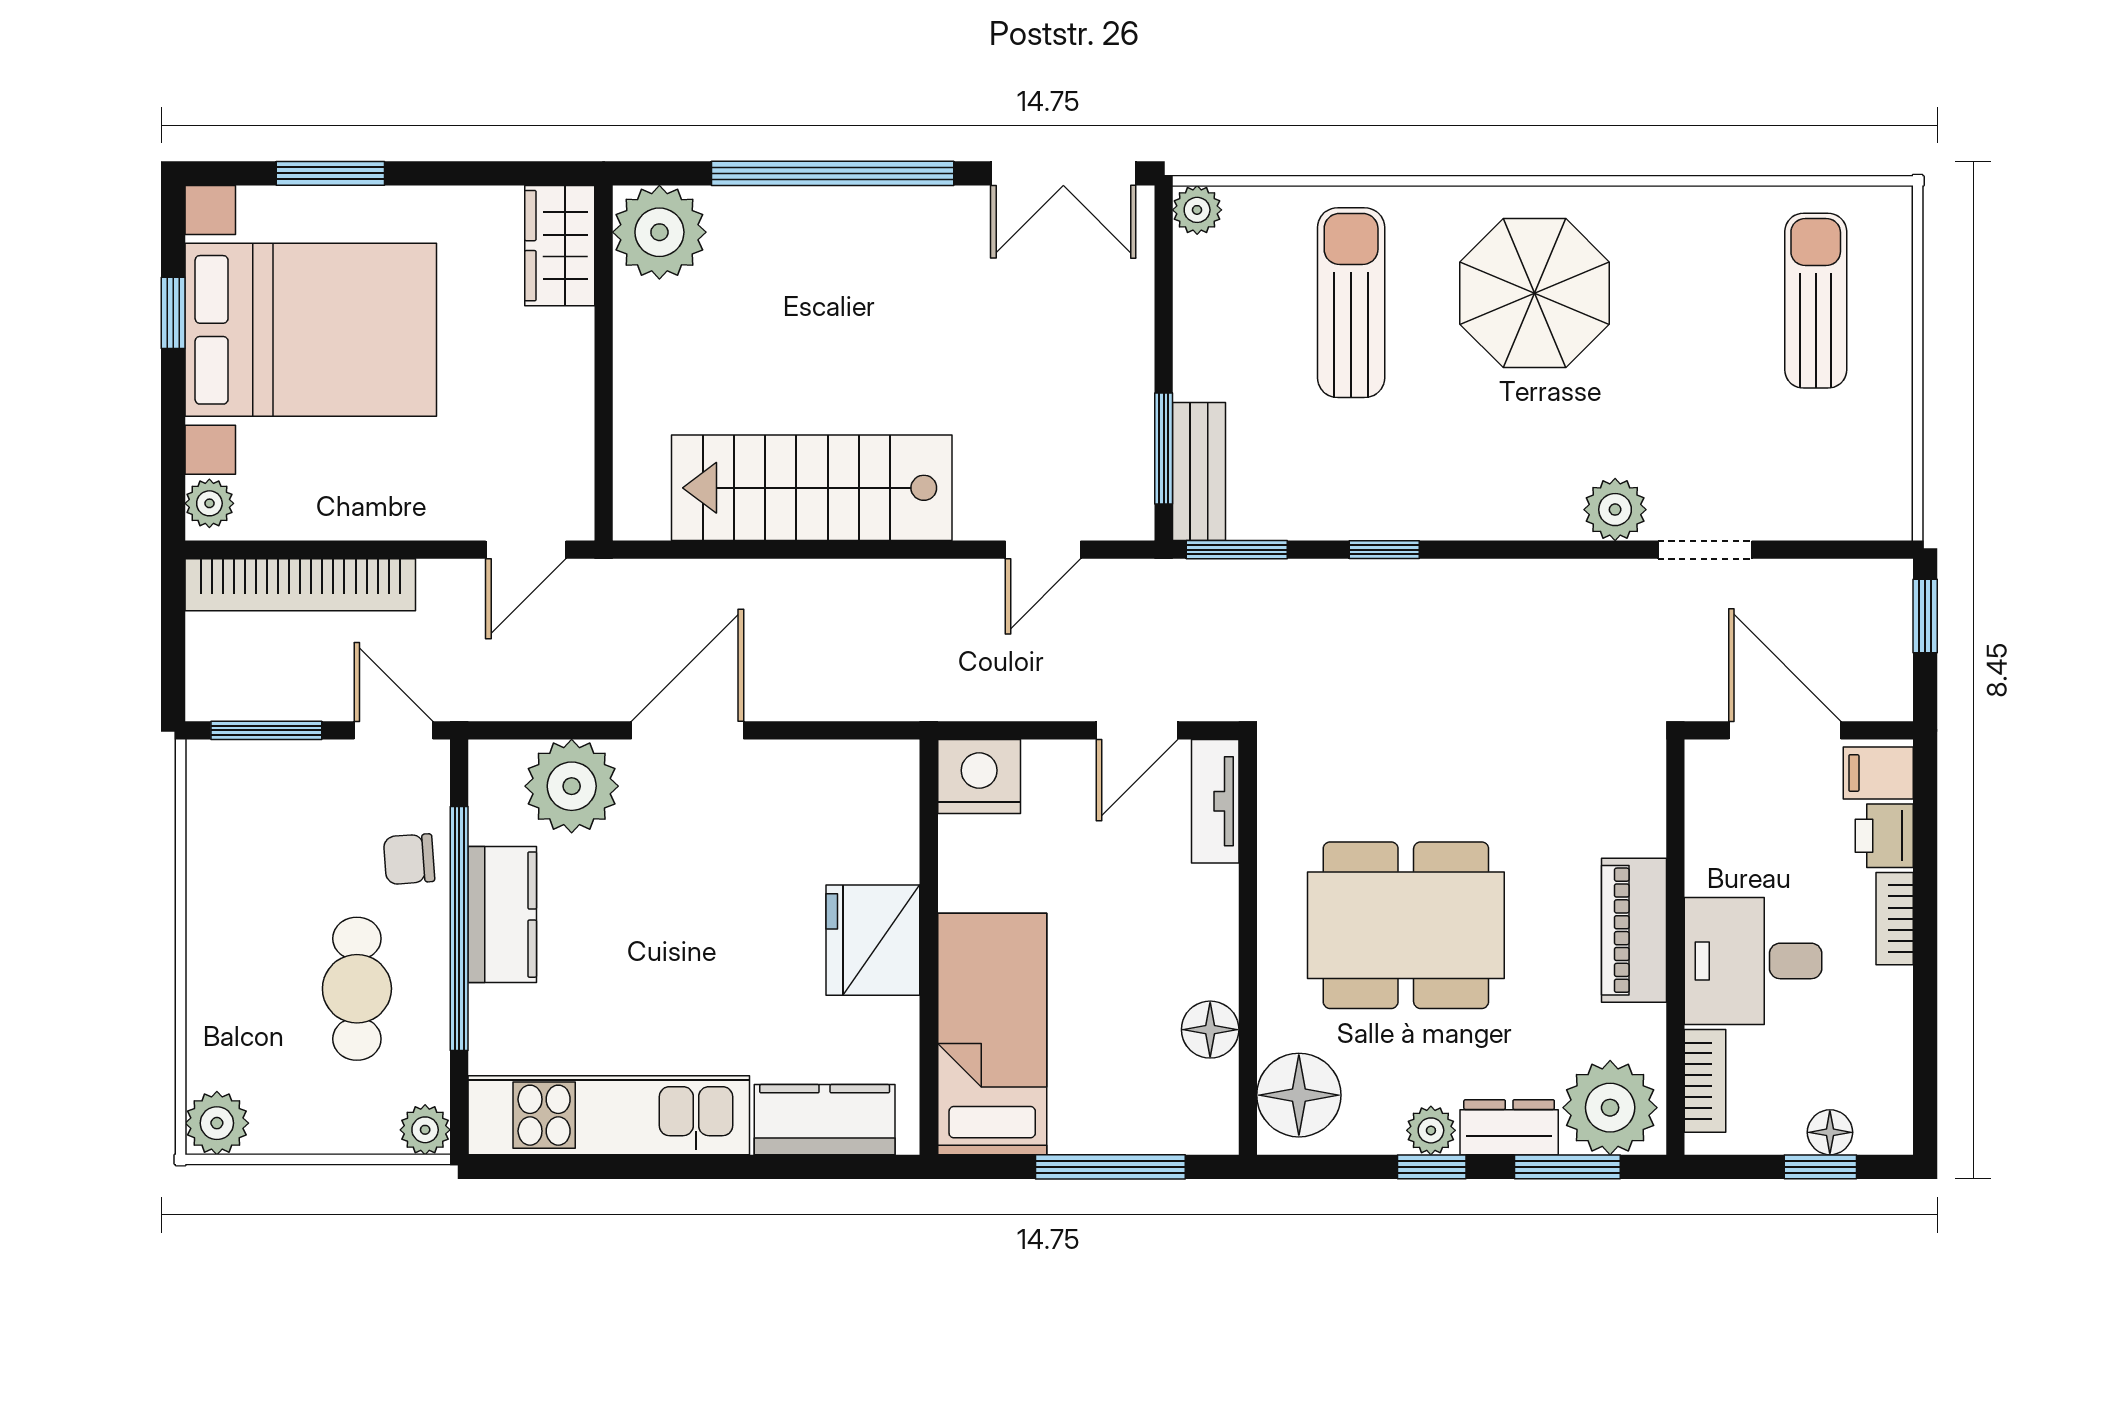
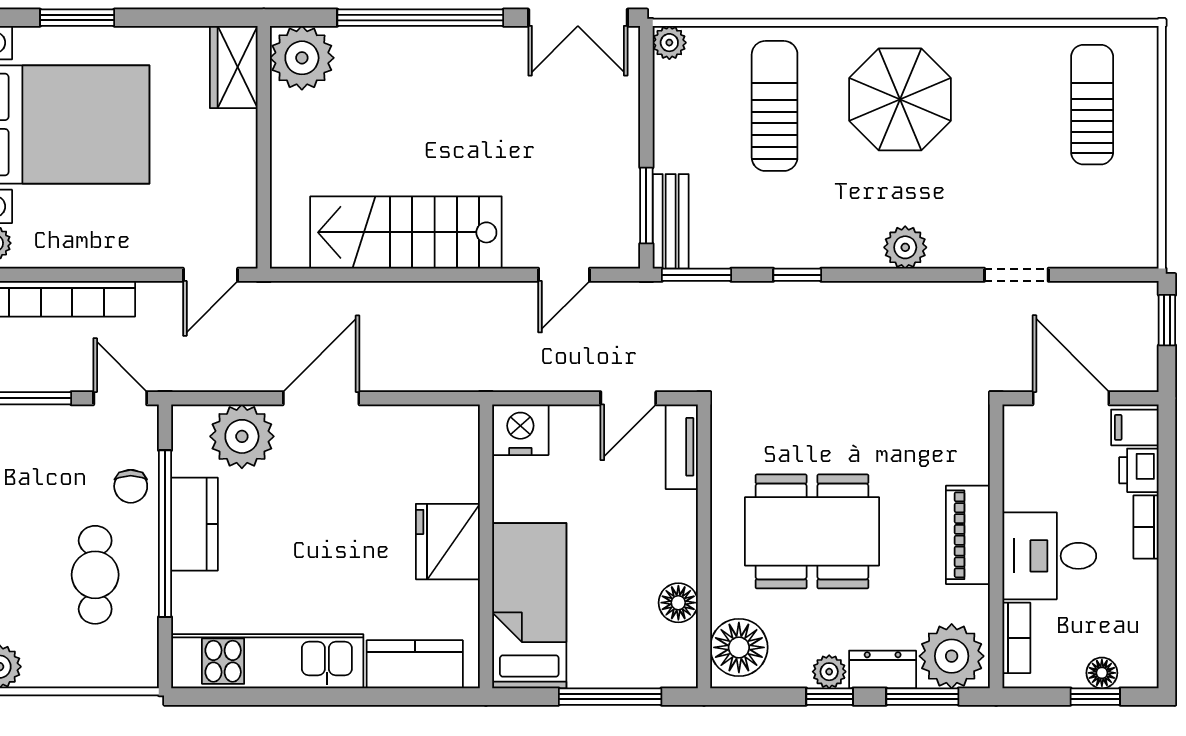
plant: (1615, 510) -> (905, 247), moved
chair: (409, 859) -> (131, 486), turned -86
plant: (425, 1130) -> (142, 671), removed

